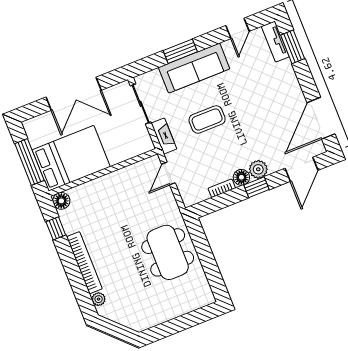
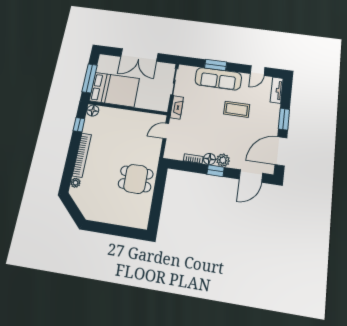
window: (293, 47) -> (284, 119), moved
coffee table: (207, 119) -> (237, 109), moved
dining table: (168, 252) -> (136, 179), width x0.73

